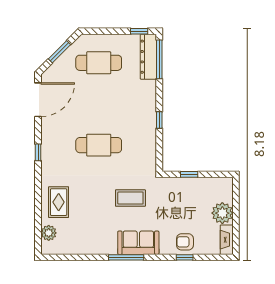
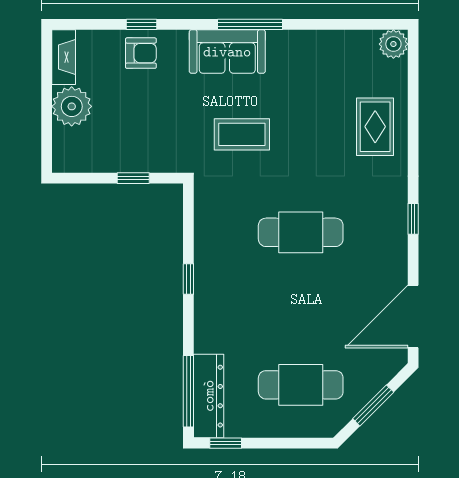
plant: (49, 233) -> (393, 44), moved

